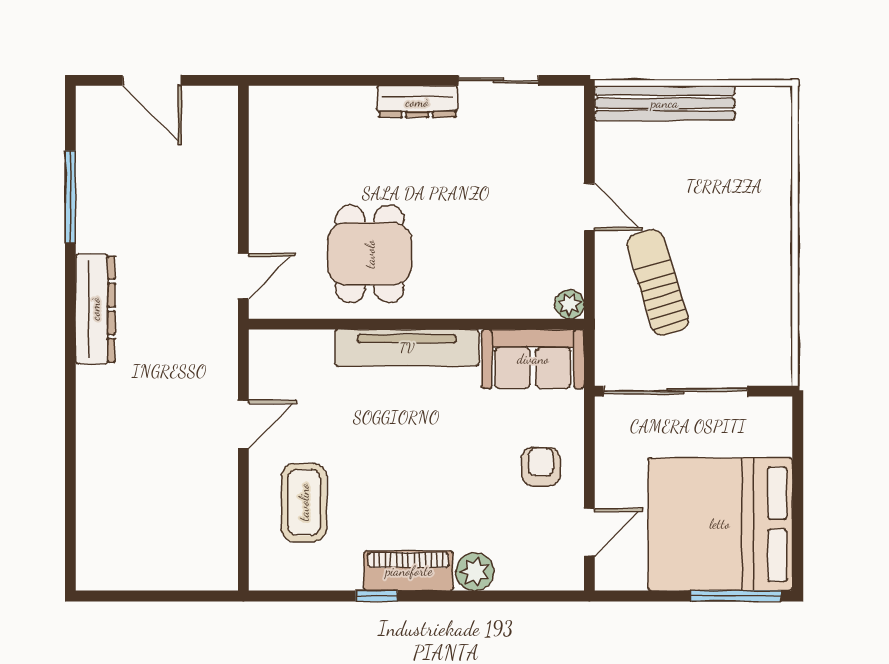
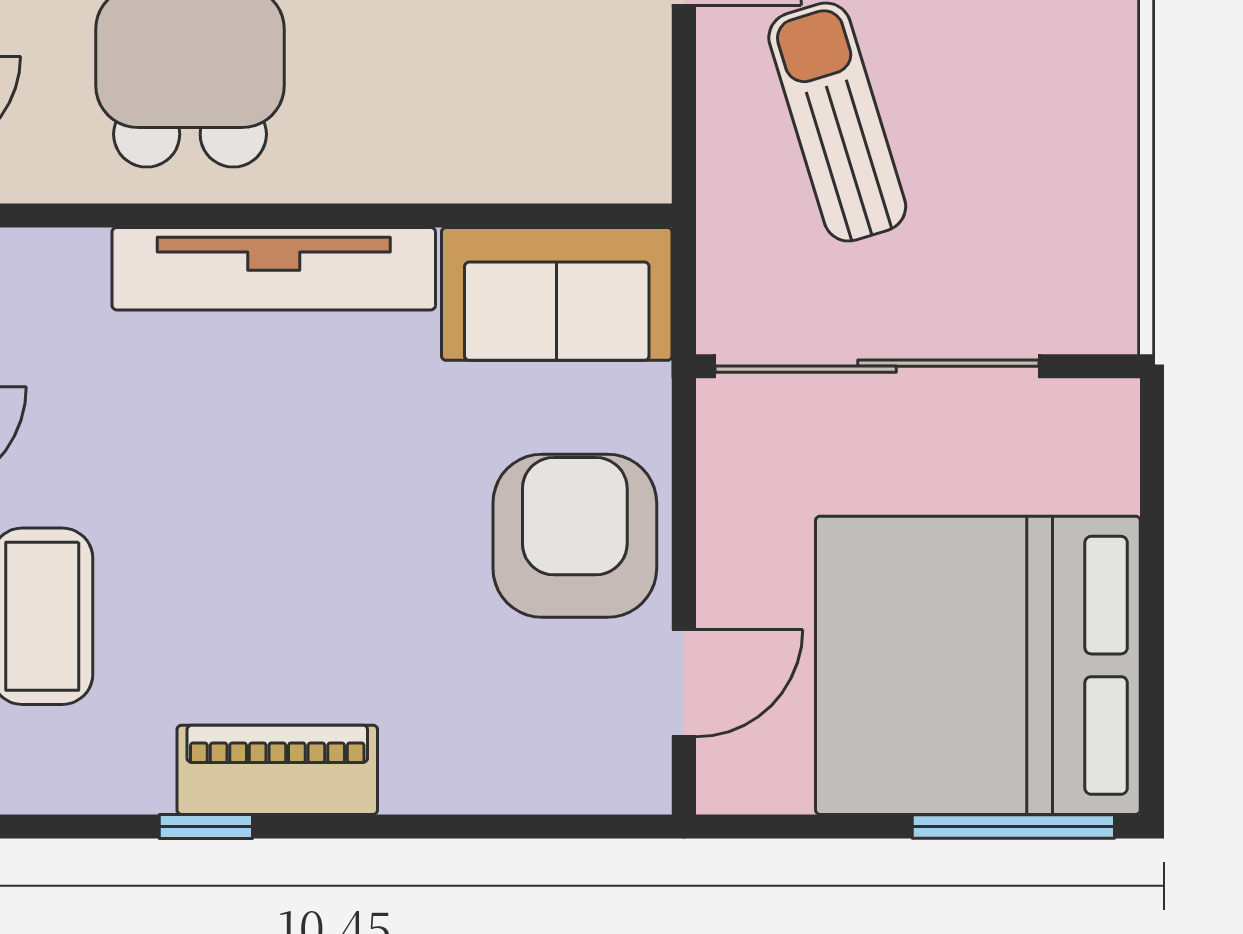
plant: (569, 304) -> (639, 171), removed
armchair: (541, 467) -> (575, 536), width x1.88, depth x1.88
plant: (475, 572) -> (426, 772), removed

